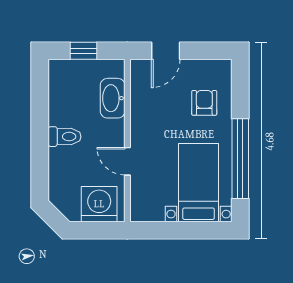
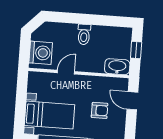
washbasin: (113, 98) -> (117, 67), moved
armchair: (204, 103) -> (100, 110), moved

